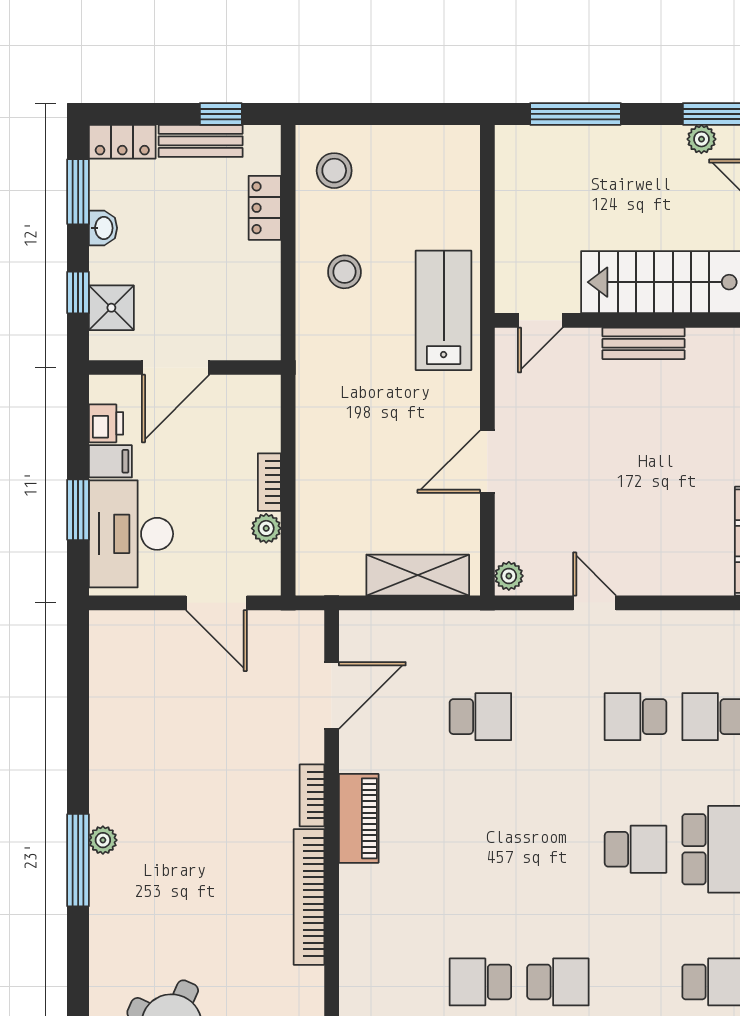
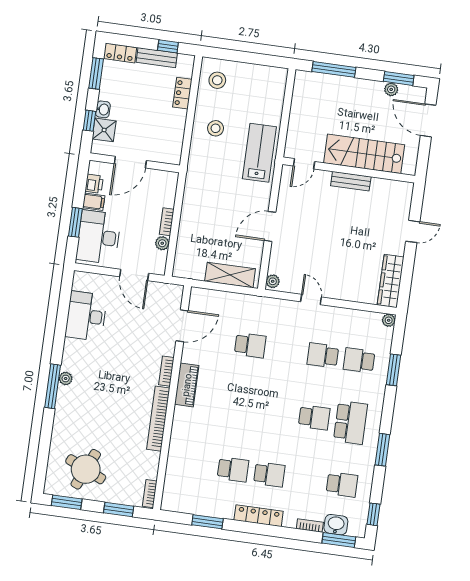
washbasin: (103, 228) -> (103, 109), moved
desk: (128, 703) -> (86, 316), added
school desk: (480, 982) -> (233, 469), turned 180

